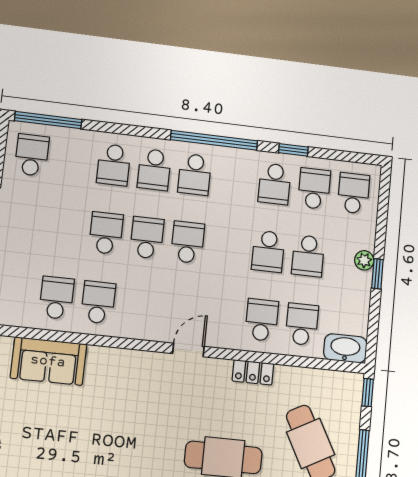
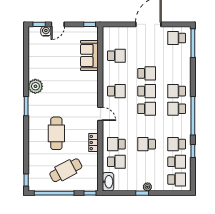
school desk: (32, 155) -> (177, 38), turned 180
school desk: (114, 165) -> (177, 73), removed
school desk: (308, 256) -> (147, 162), removed
school desk: (98, 302) -> (116, 91), moved
school desk: (262, 320) -> (116, 144), turned 180

